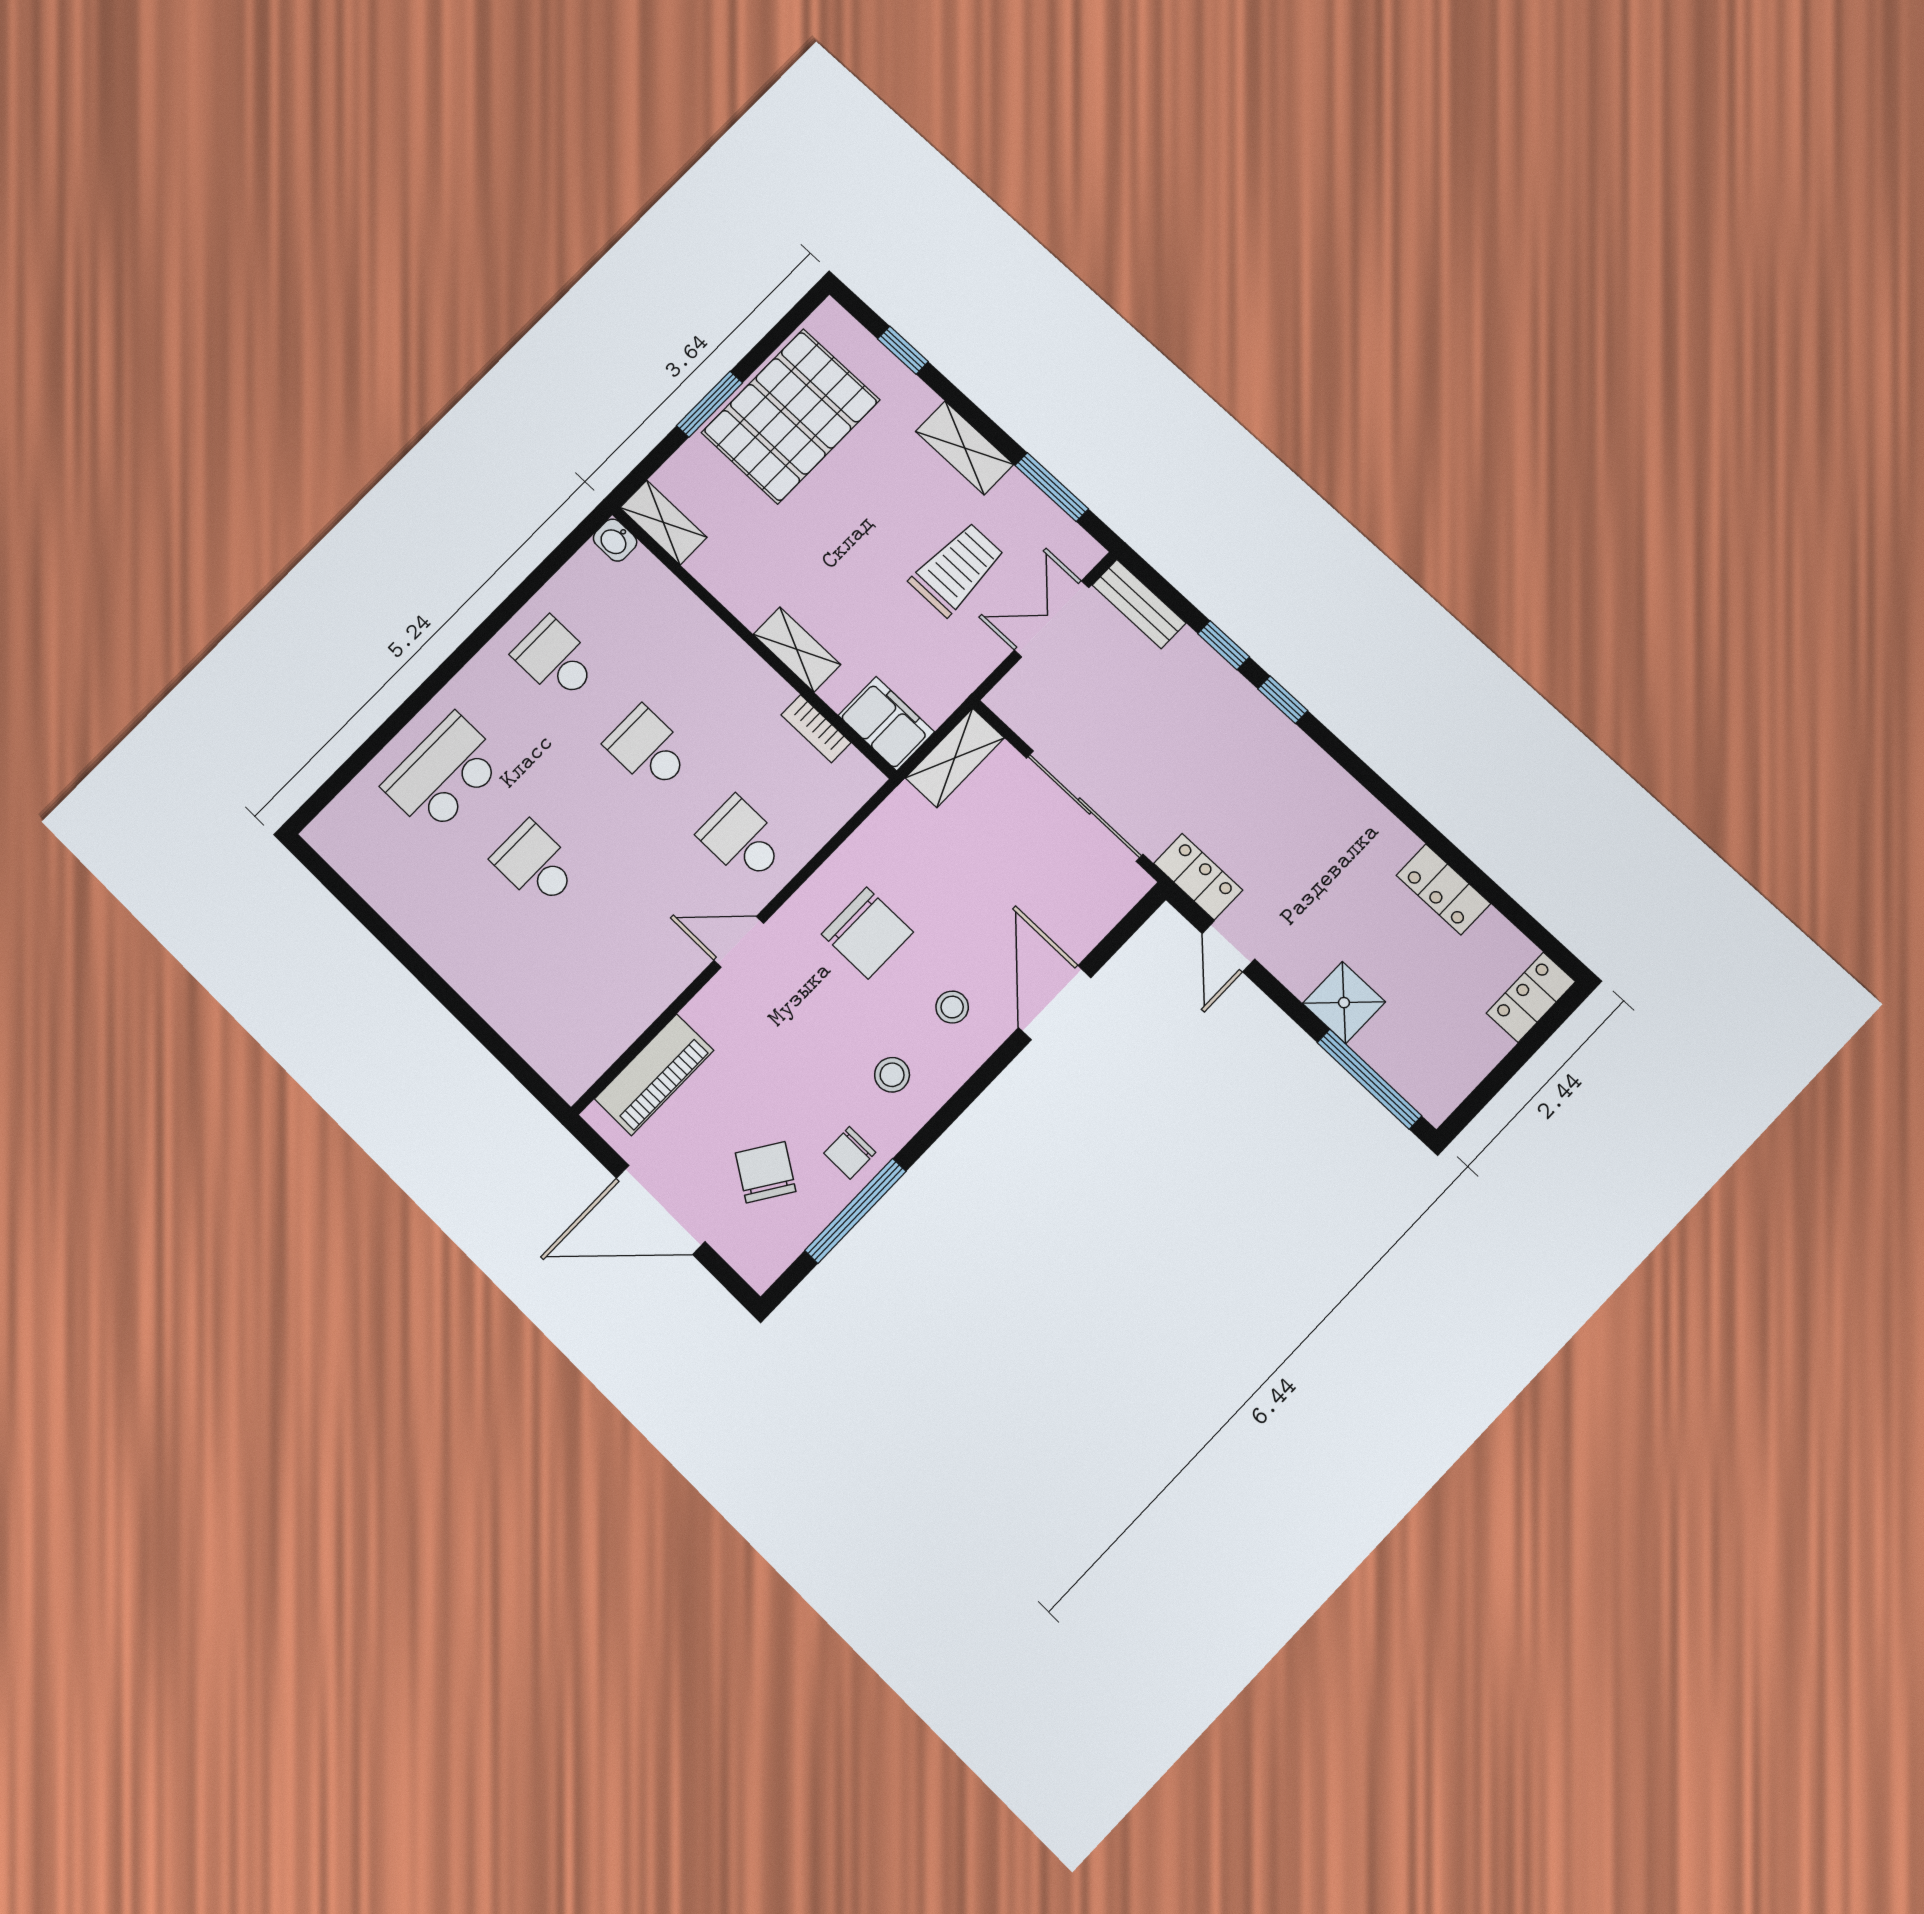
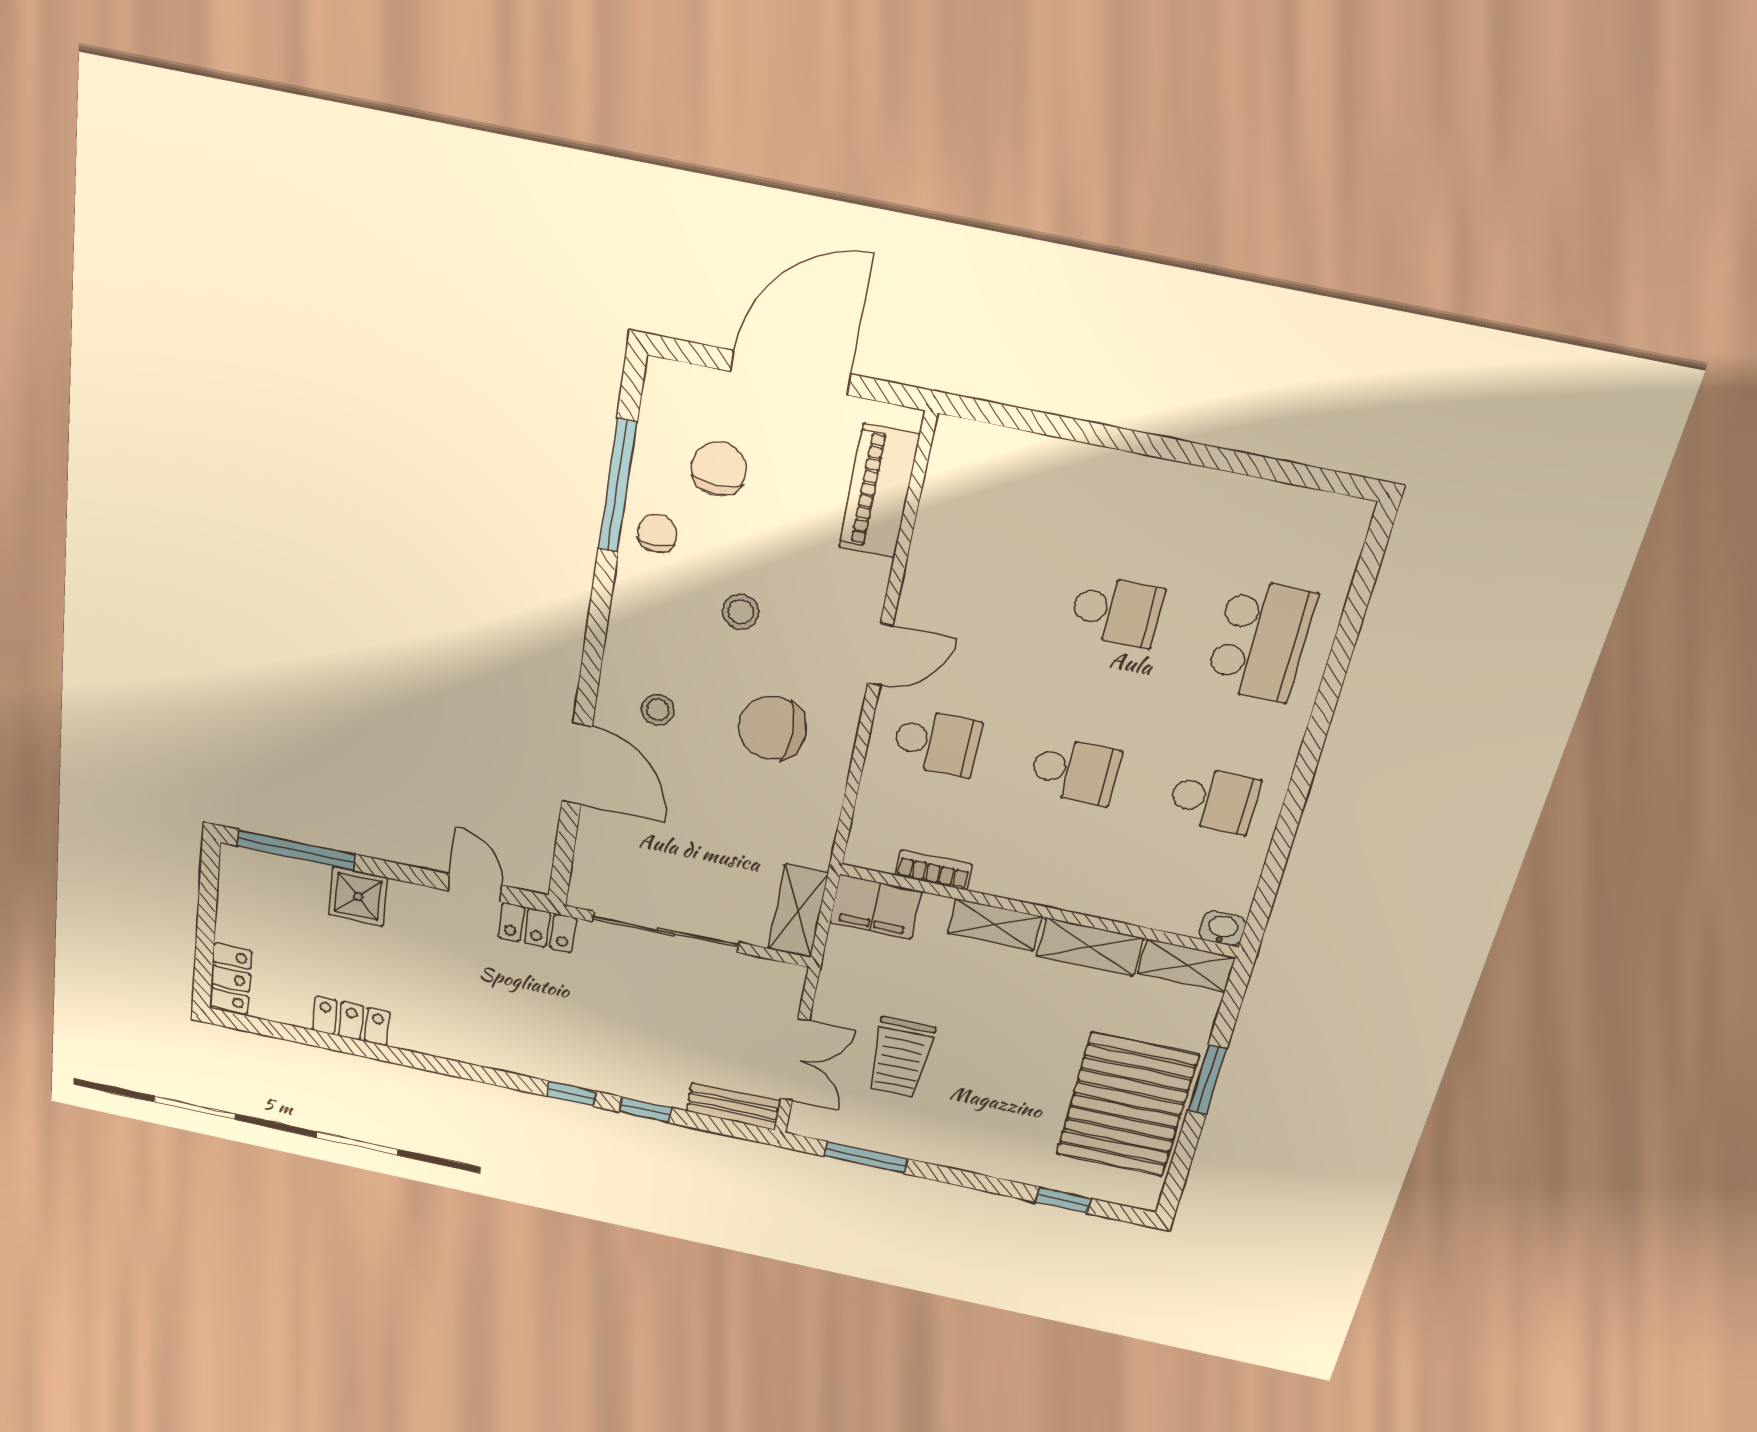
shelving: (964, 448) -> (1090, 947), moved
stool: (892, 1075) -> (741, 612), moved
chair: (766, 1172) -> (719, 469), turned -123

